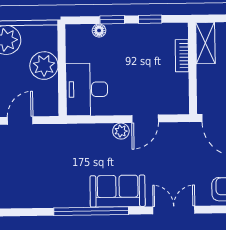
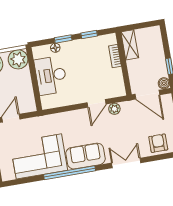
plant: (44, 66) -> (18, 59), moved
desk: (87, 89) -> (51, 75), moved
plant: (121, 131) -> (114, 109), moved
corner sofa: (51, 181) -> (39, 156), added

